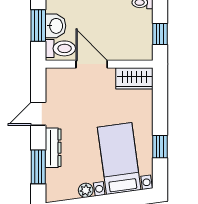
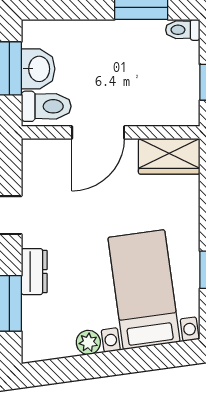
door: (92, 64) -> (98, 132), swing flipped
dresser: (53, 148) -> (34, 272), width x0.70

